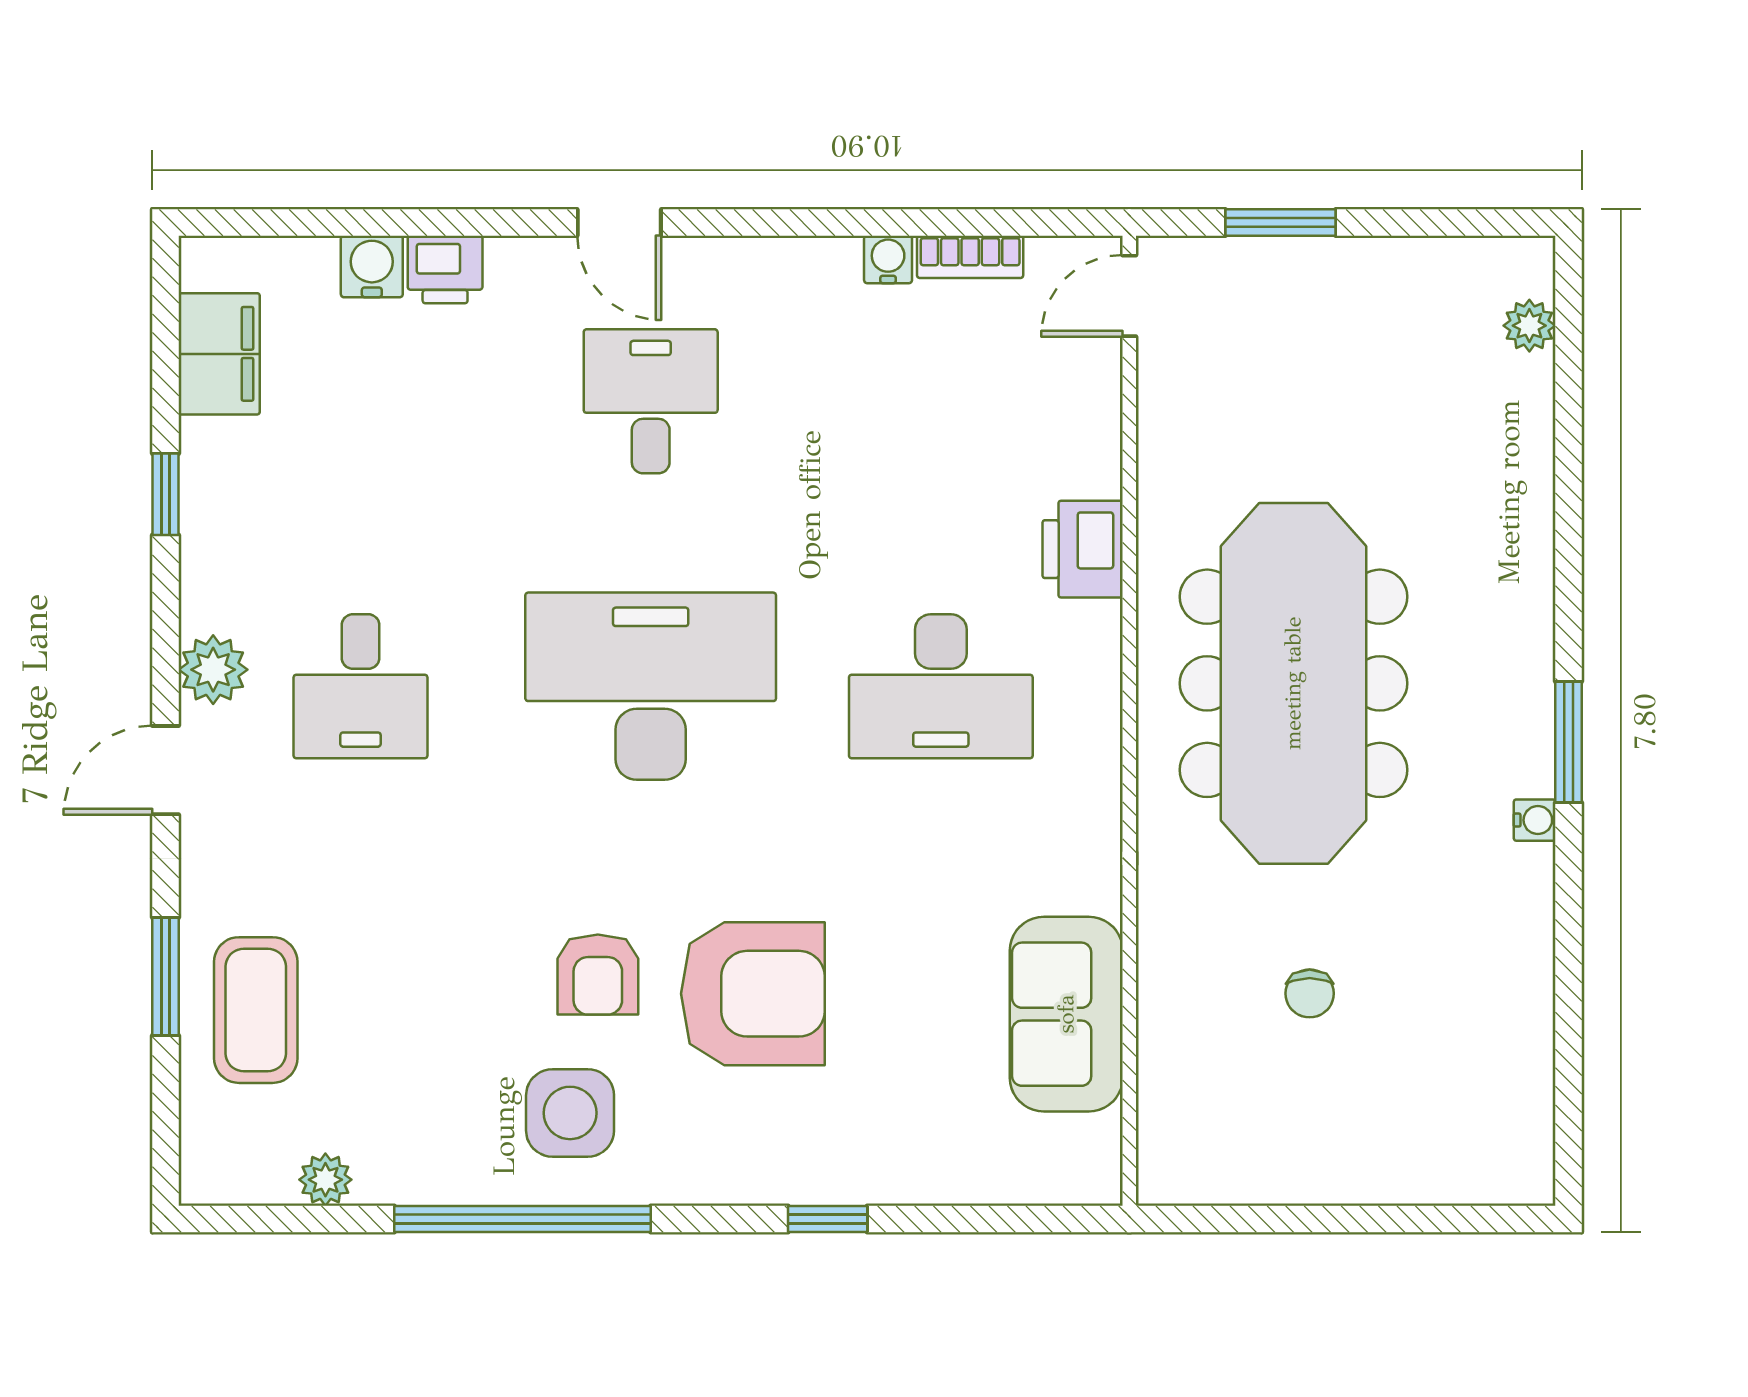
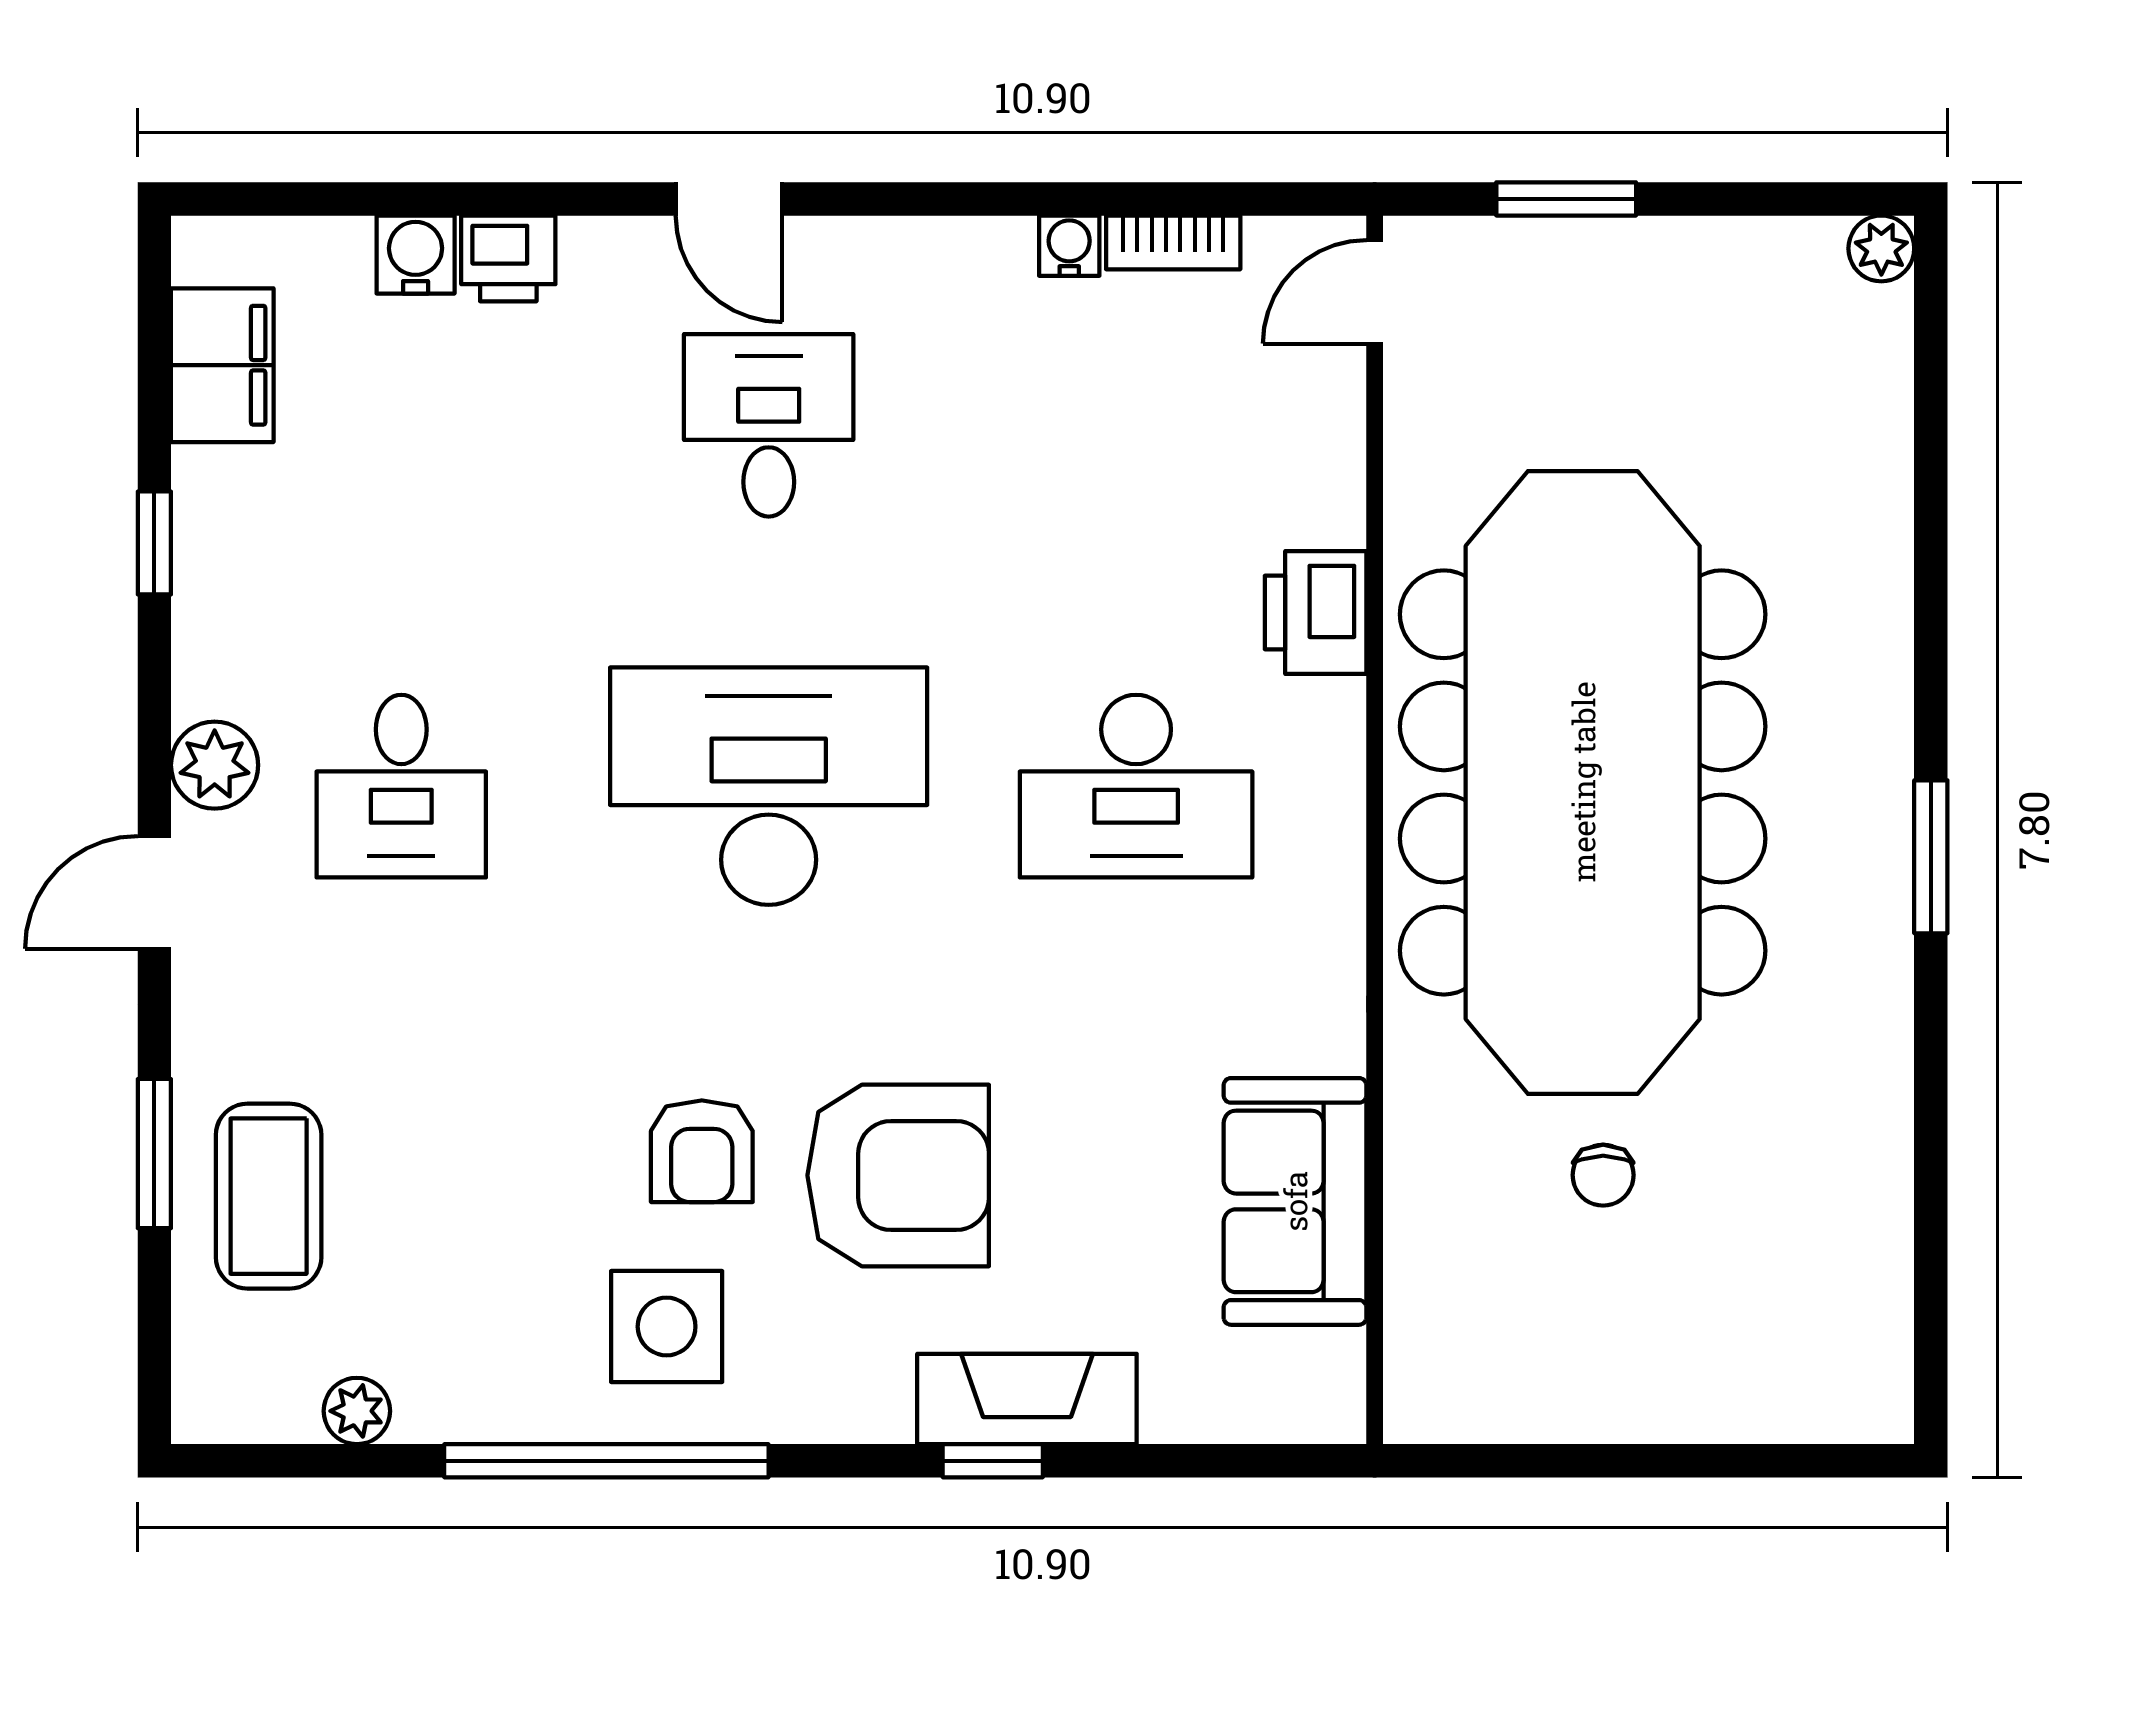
plant: (1529, 326) -> (1881, 248), moved
meeting table: (1293, 683) -> (1583, 782), width x1.36, depth x1.27
water cooler: (1535, 820) -> (1888, 956), removed
fireplace: (855, 1170) -> (1027, 1399), added

